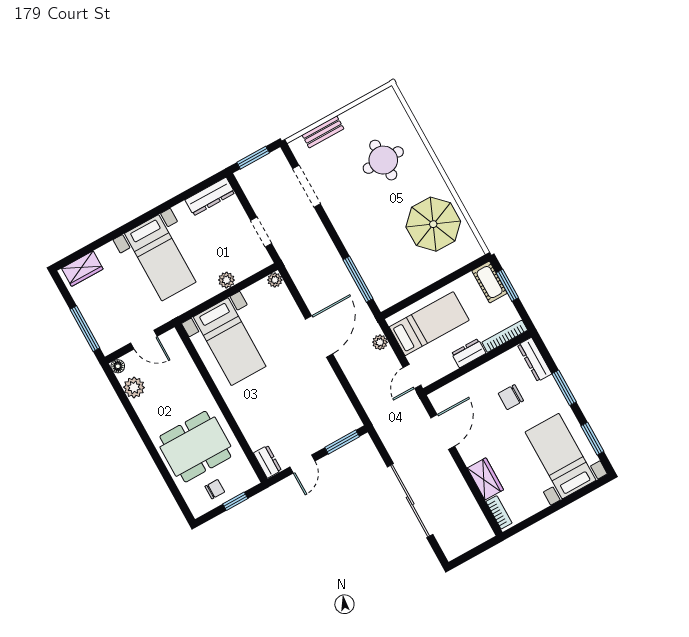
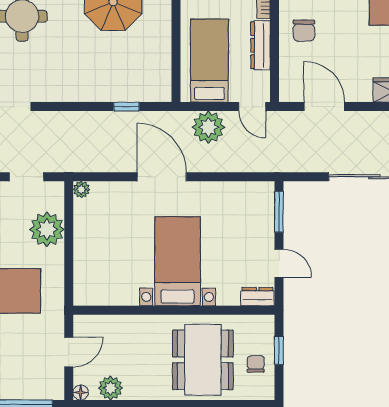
window: (358, 279) -> (126, 107), width x0.46
plant: (226, 280) -> (47, 229), width x1.88, depth x1.88
bed with nightstands: (230, 342) -> (178, 261), moved, turned -90
plant: (380, 342) -> (208, 127), width x1.88, depth x1.88
dresser: (469, 353) -> (260, 45), width x1.44
chair: (511, 397) -> (304, 31), moved

